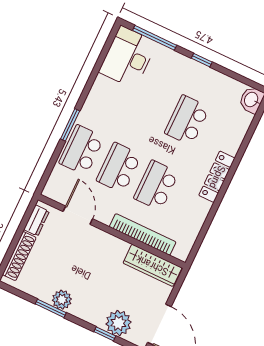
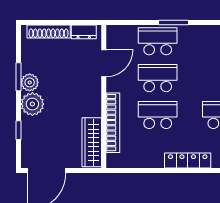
plant: (118, 323) -> (32, 104), moved

